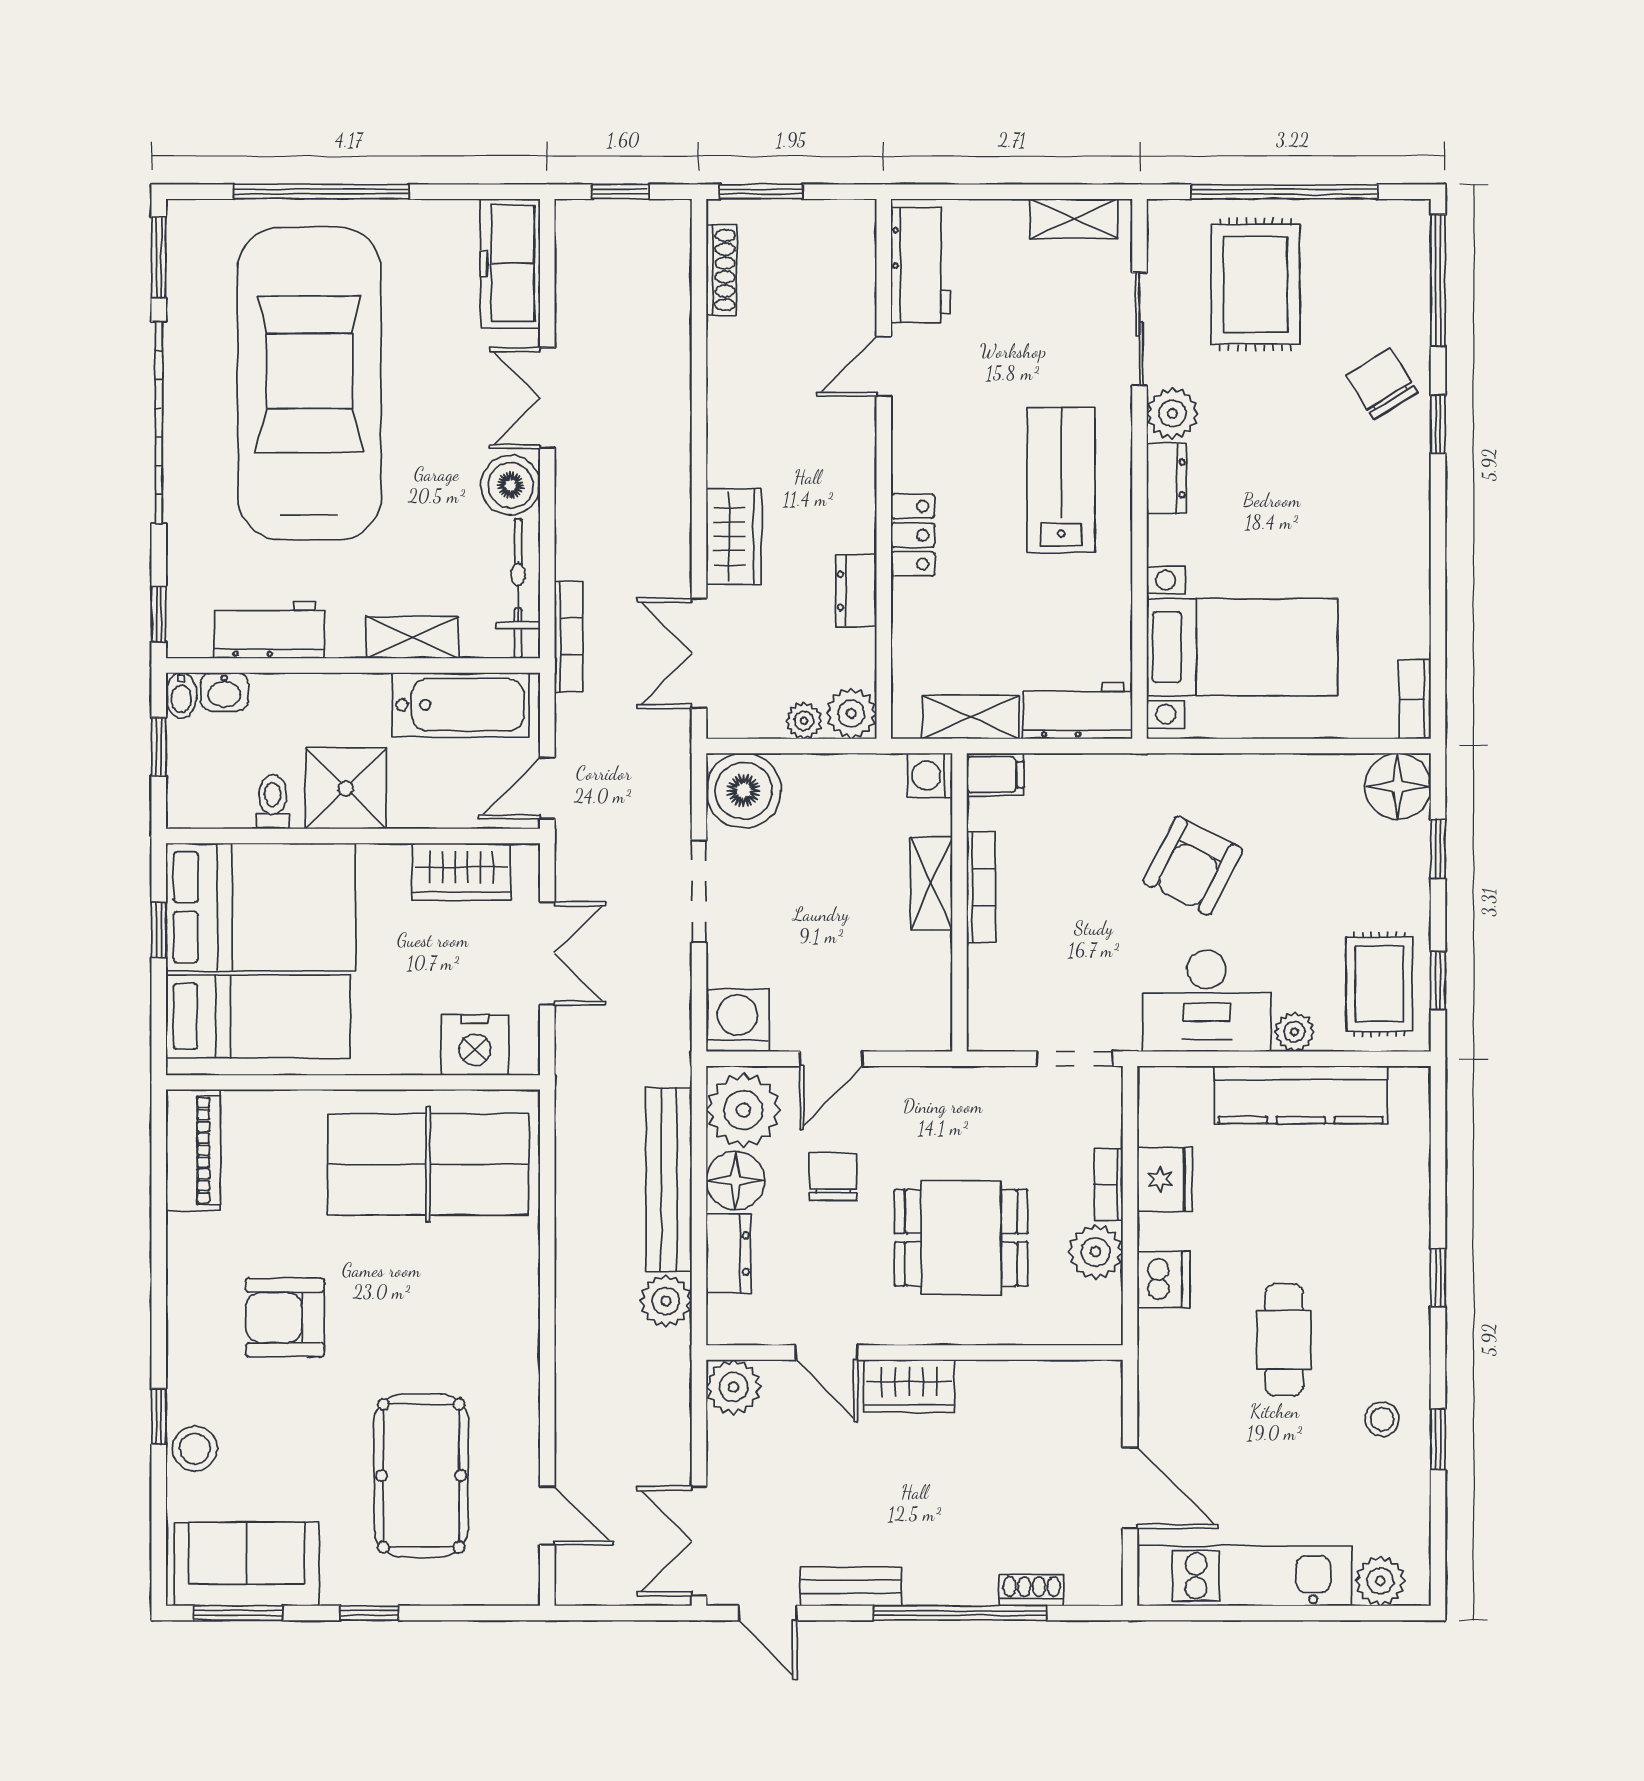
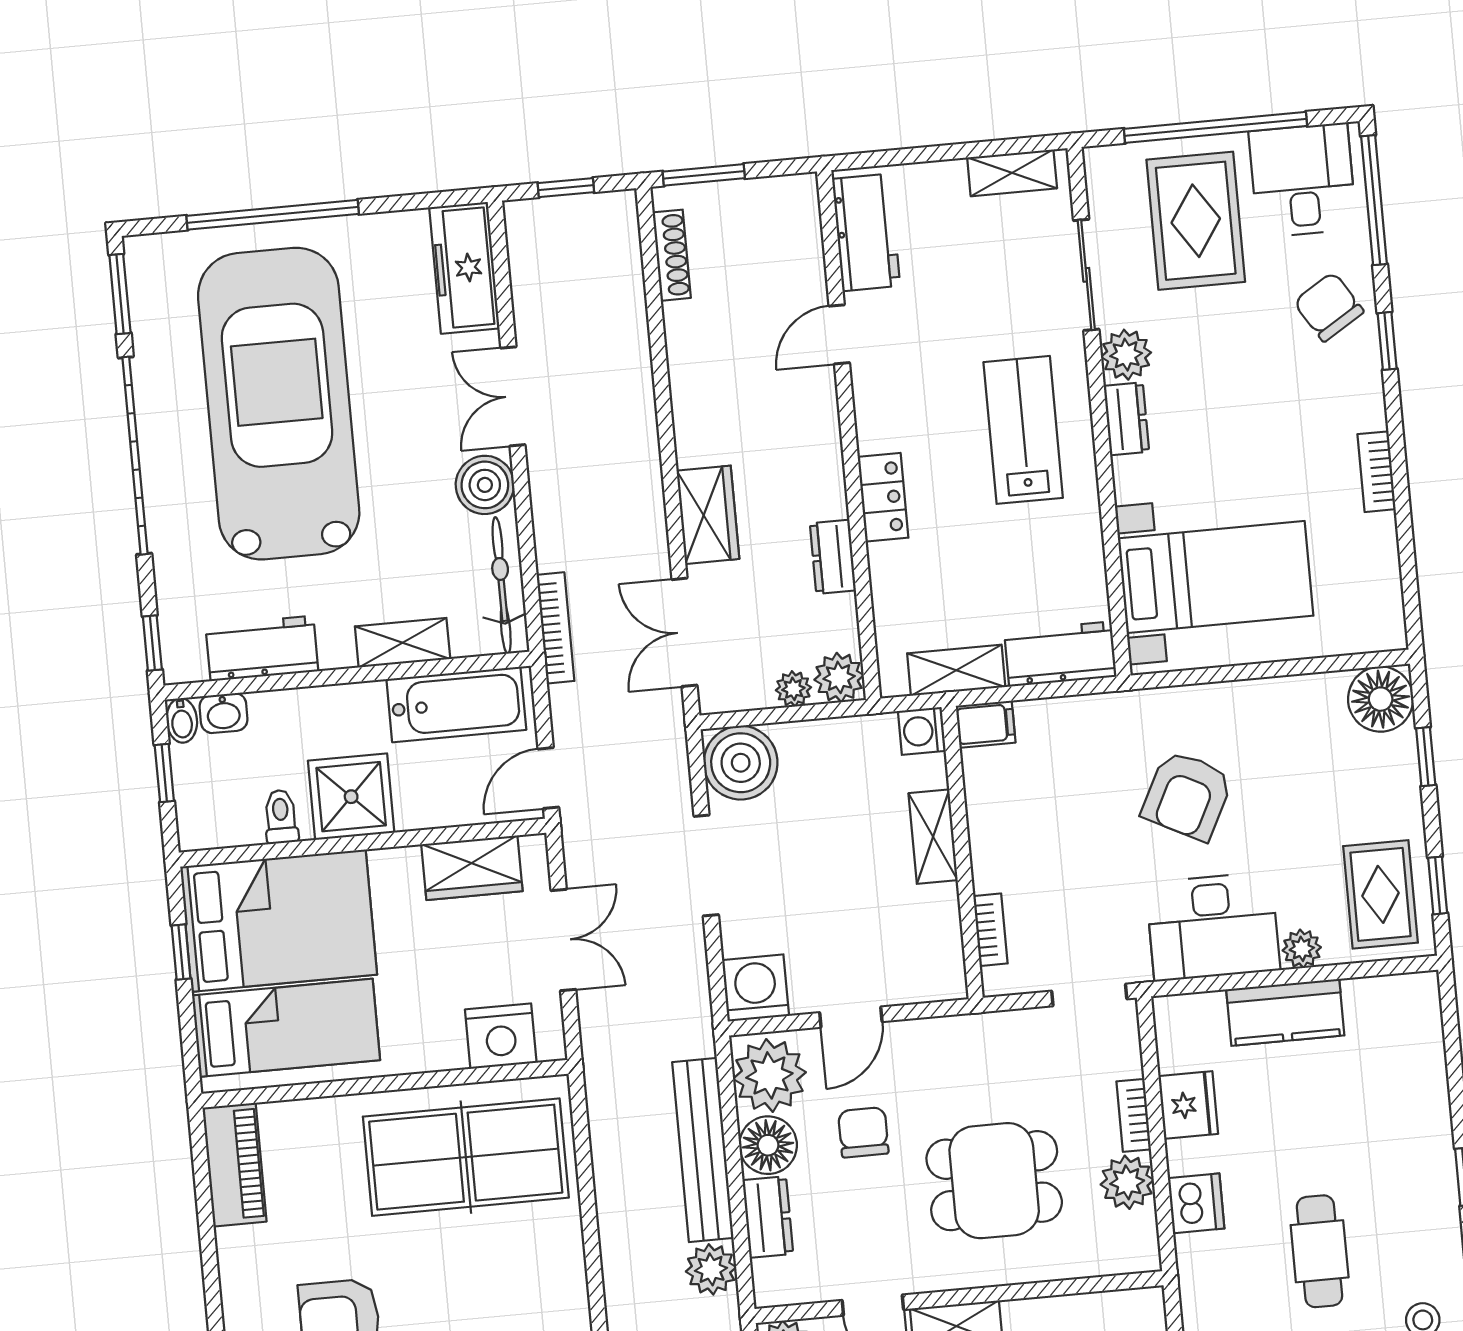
desk: (1367, 253) -> (1303, 180), added
bookcase: (1415, 699) -> (1377, 472), moved
bookcase: (981, 887) -> (990, 930), moved, width x0.64
kitchen counter: (1301, 1095) -> (1285, 1012), width x0.67

